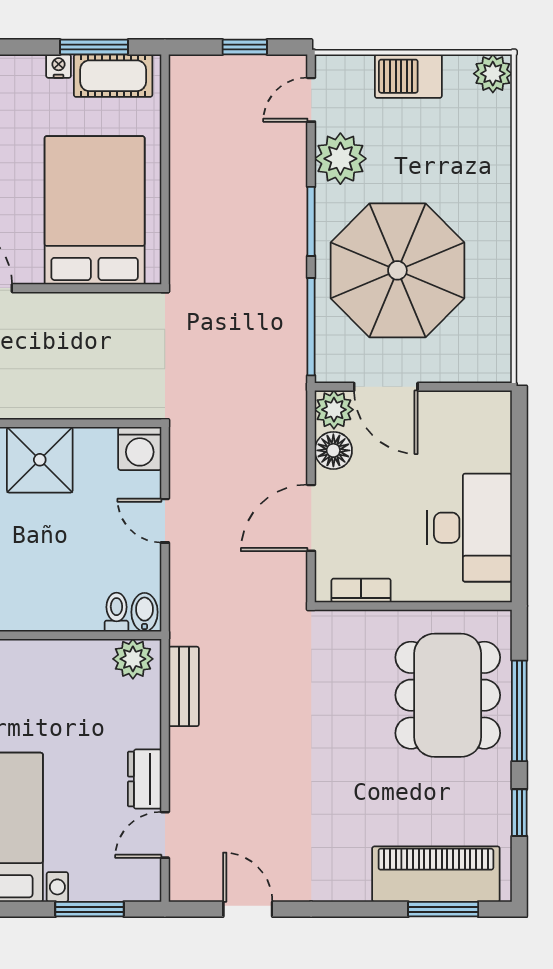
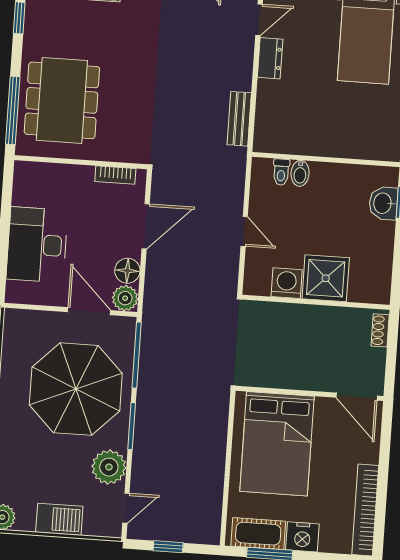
nightstand: (59, 66) -> (302, 537), width x1.89, depth x1.79
washing machine: (140, 448) -> (287, 283), moved
desk: (470, 528) -> (37, 245), moved
bidet: (144, 612) -> (300, 173), moved
plant: (133, 659) -> (272, 140), removed
window: (519, 711) -> (13, 110), moved

